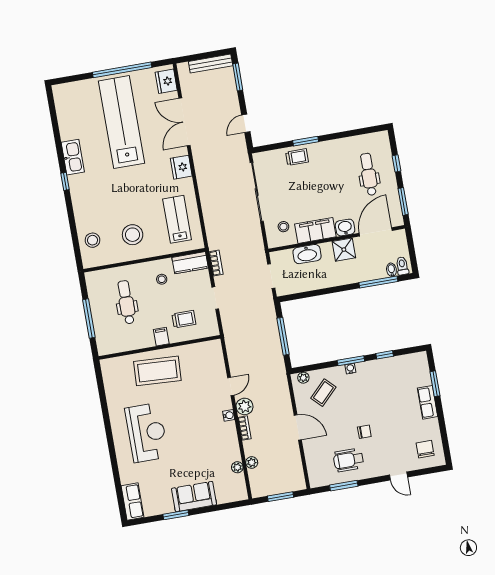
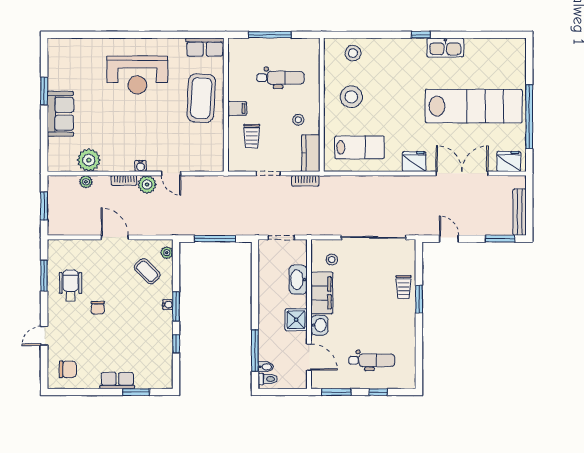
door: (376, 232) -> (309, 357), width x0.73
door: (298, 427) -> (115, 237), swing flipped
plant: (237, 467) -> (89, 160), width x1.87, depth x1.87
row of seats: (132, 502) -> (205, 47), moved

